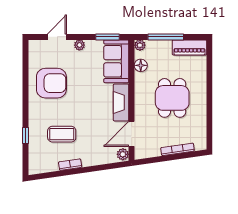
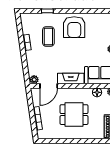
armchair: (51, 83) -> (74, 27), moved
door: (132, 134) -> (49, 86), swing flipped

